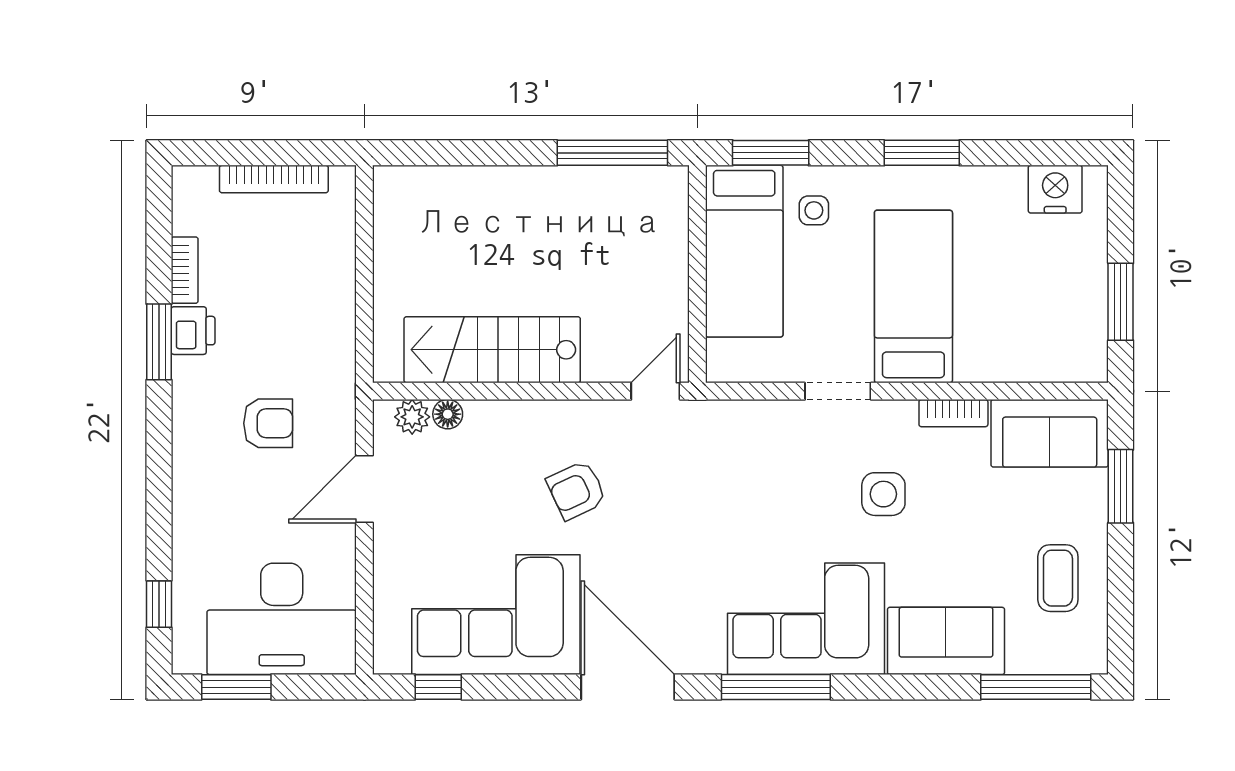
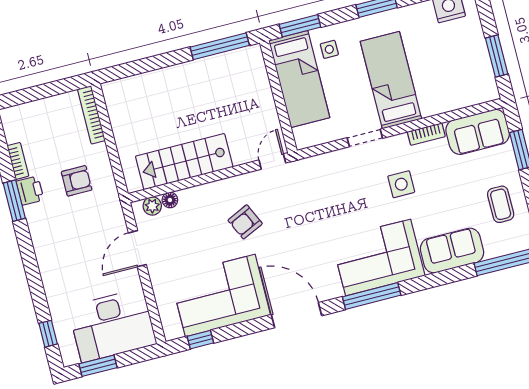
bookcase: (274, 179) -> (91, 115), moved, turned 90
armchair: (268, 423) -> (77, 181), moved

